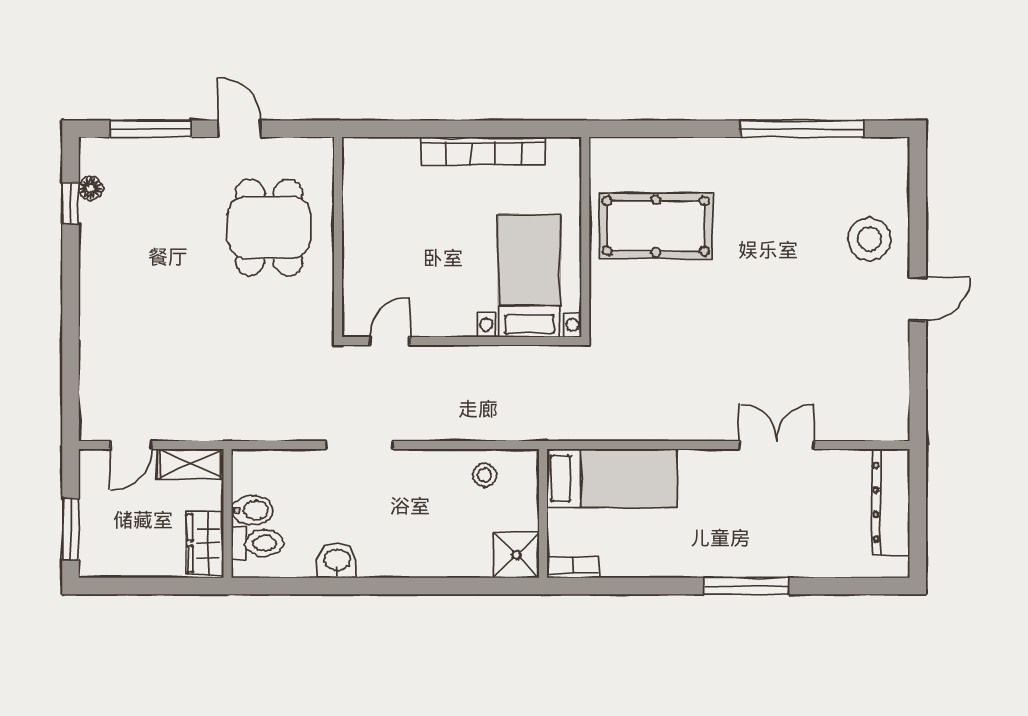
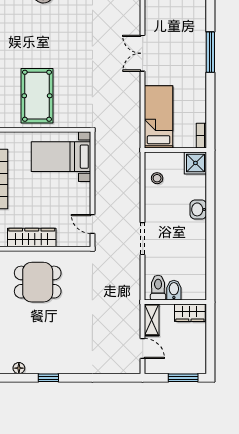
window: (70, 203) -> (48, 378), moved
wardrobe: (361, 215) -> (32, 238), added
double door: (777, 445) -> (143, 53), moved
toilet: (257, 543) -> (158, 288), moved
washbasin: (337, 561) -> (198, 209), moved

